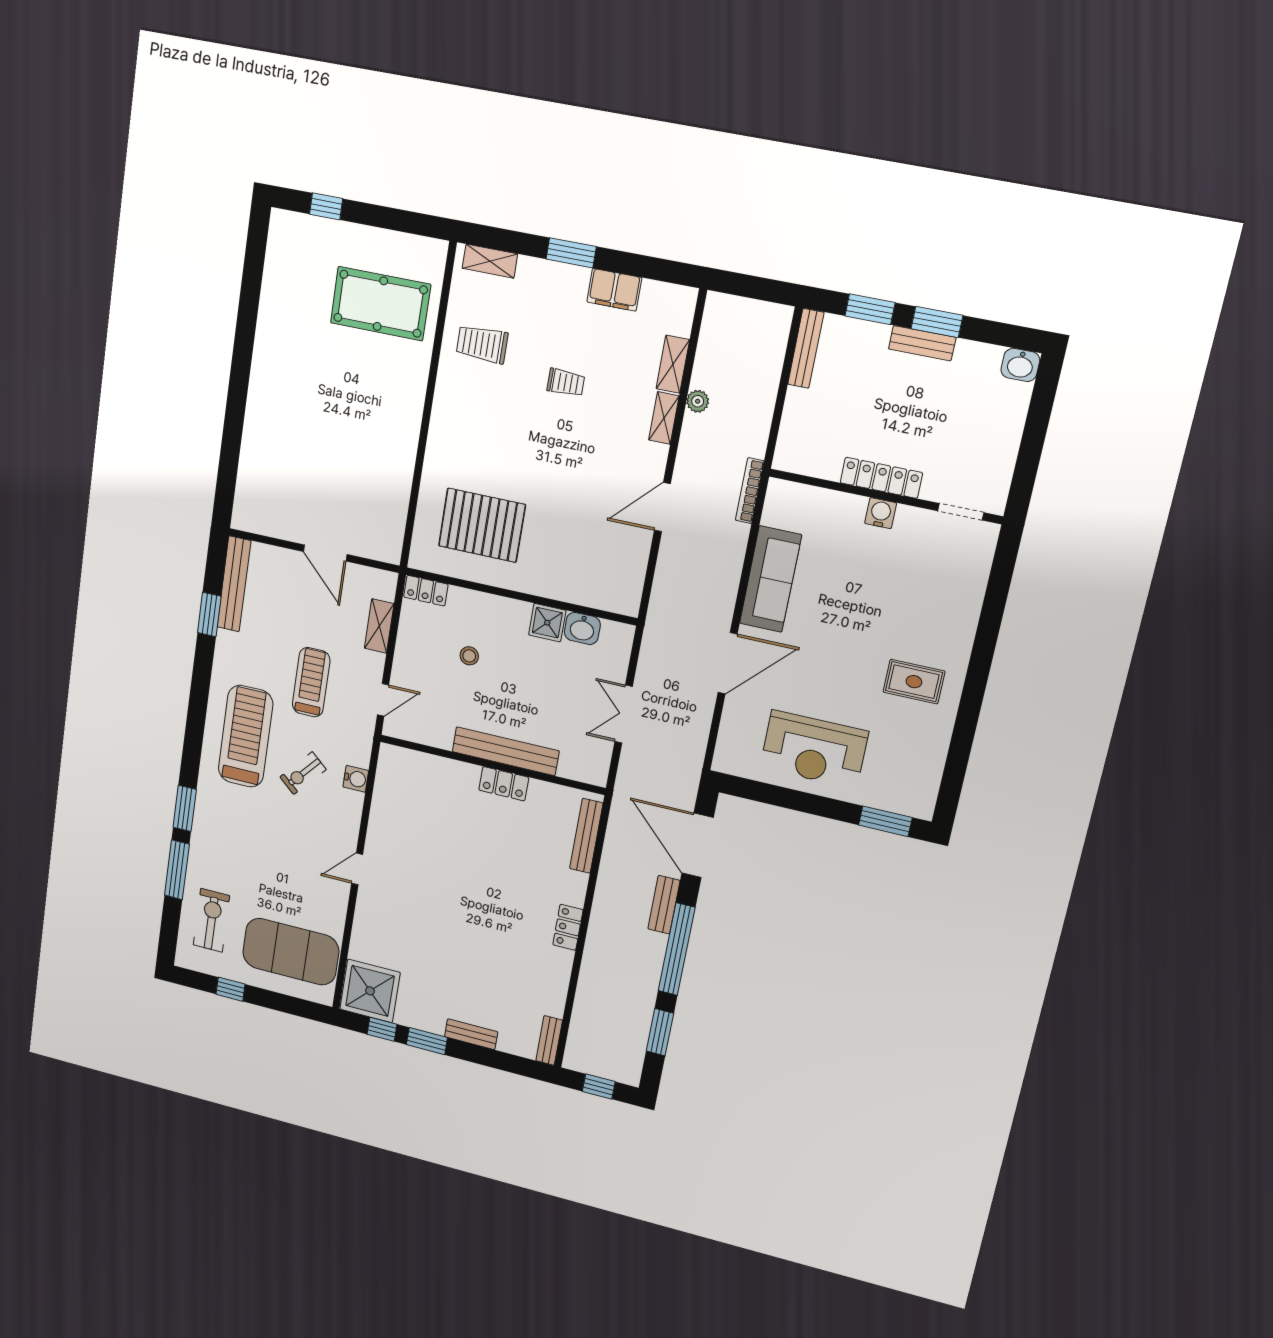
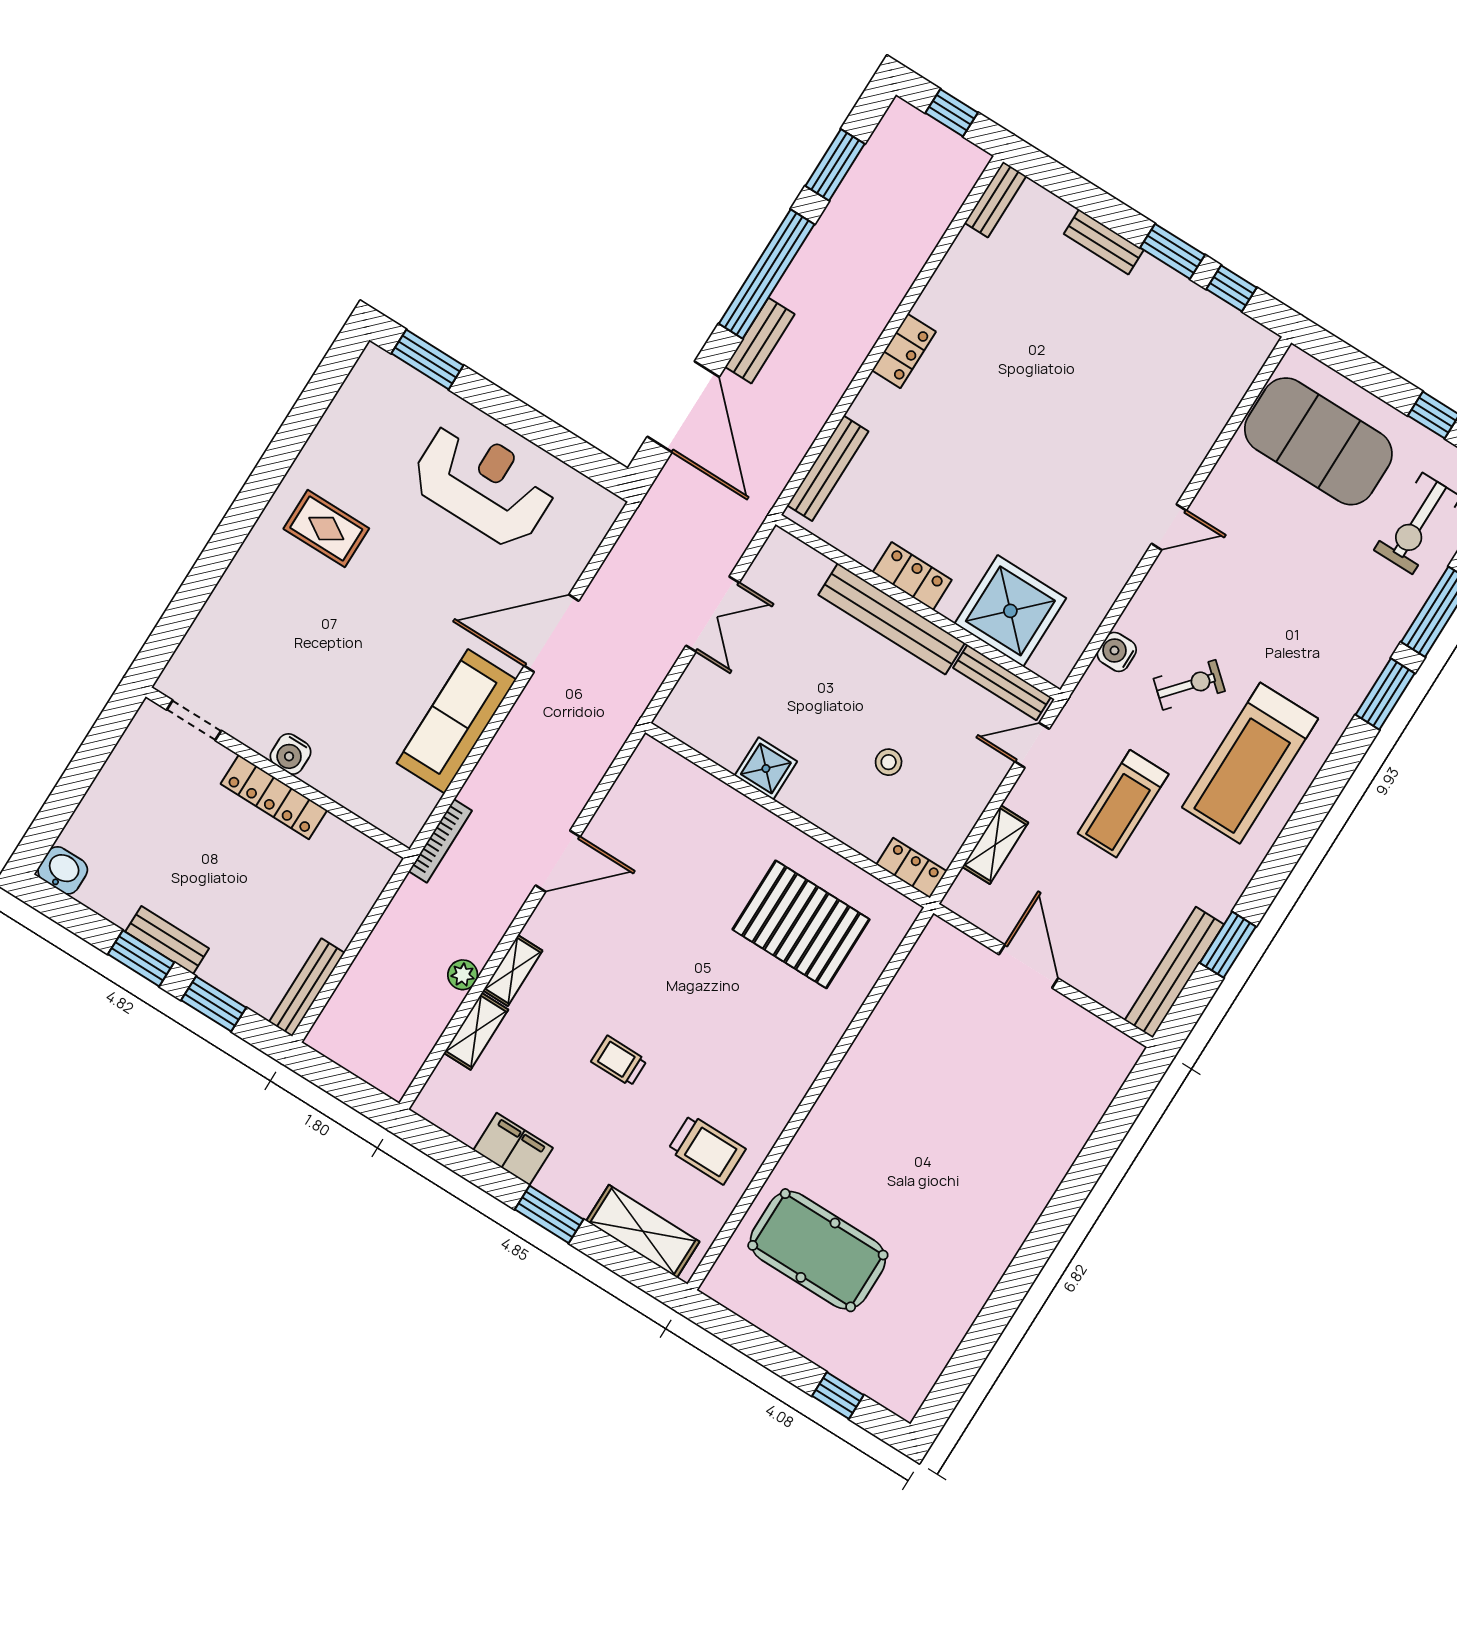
shelving: (490, 261) -> (643, 1231), width x1.50, depth x1.33
washbasin: (582, 628) -> (723, 745), removed
bench: (419, 734) -> (1002, 682), added
shower: (370, 991) -> (1010, 611), moved

